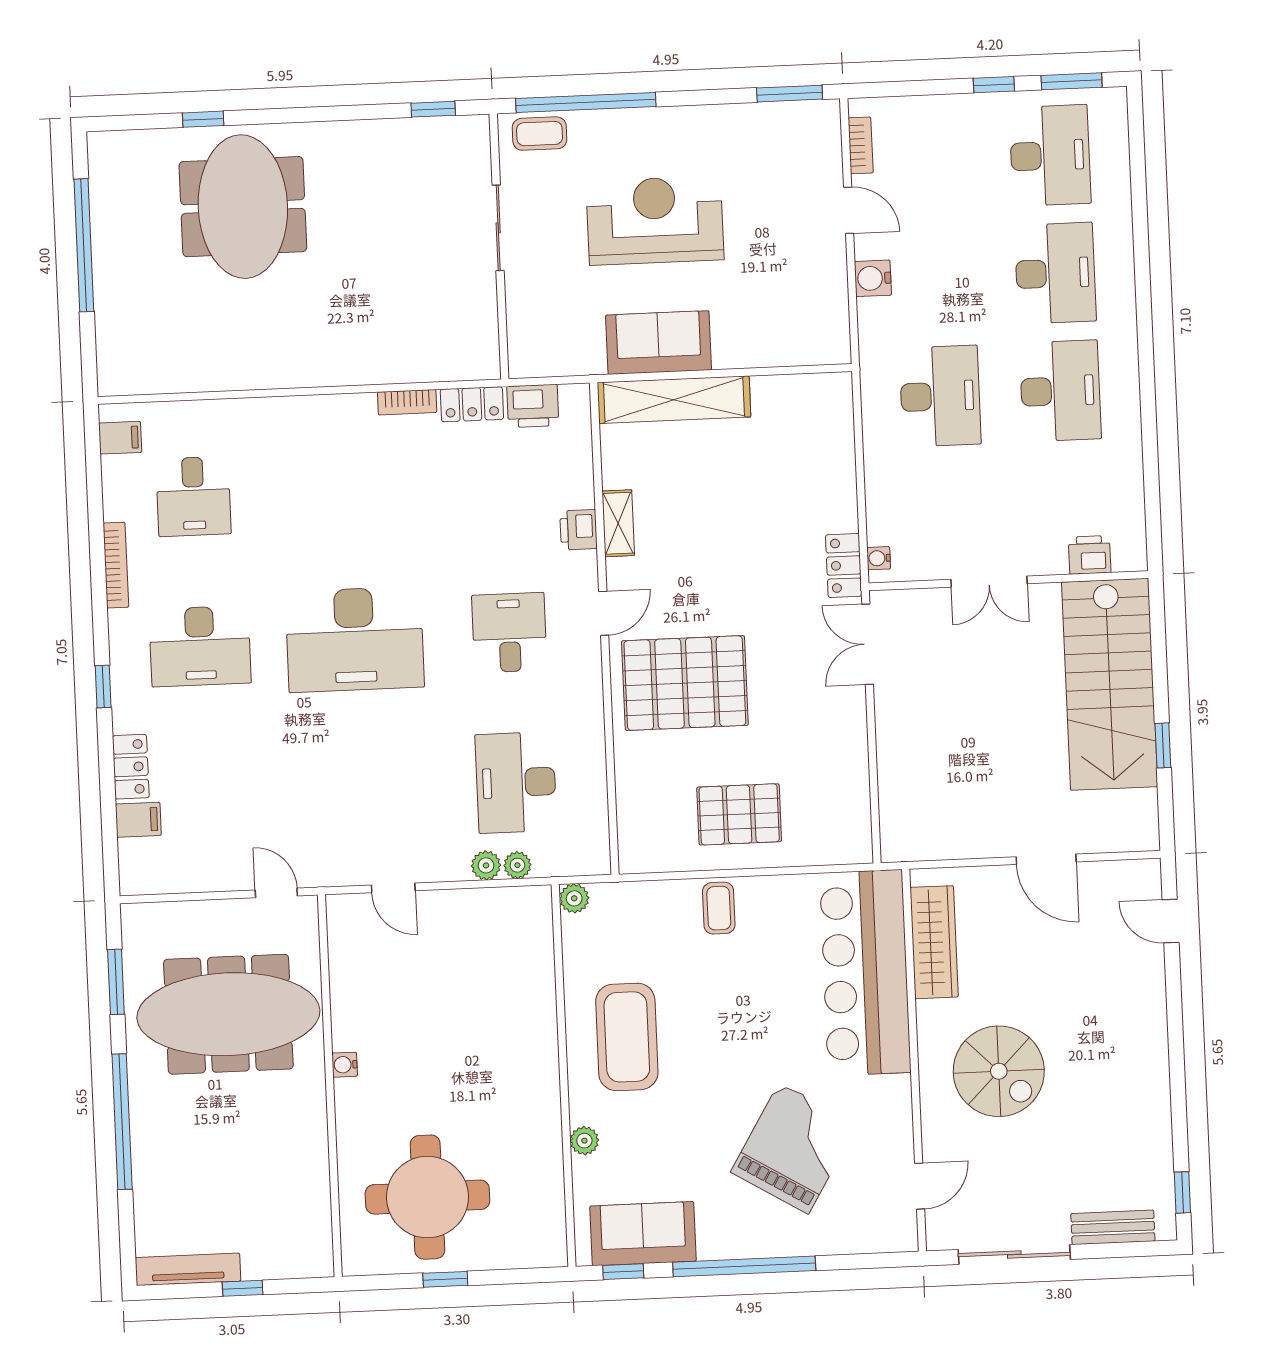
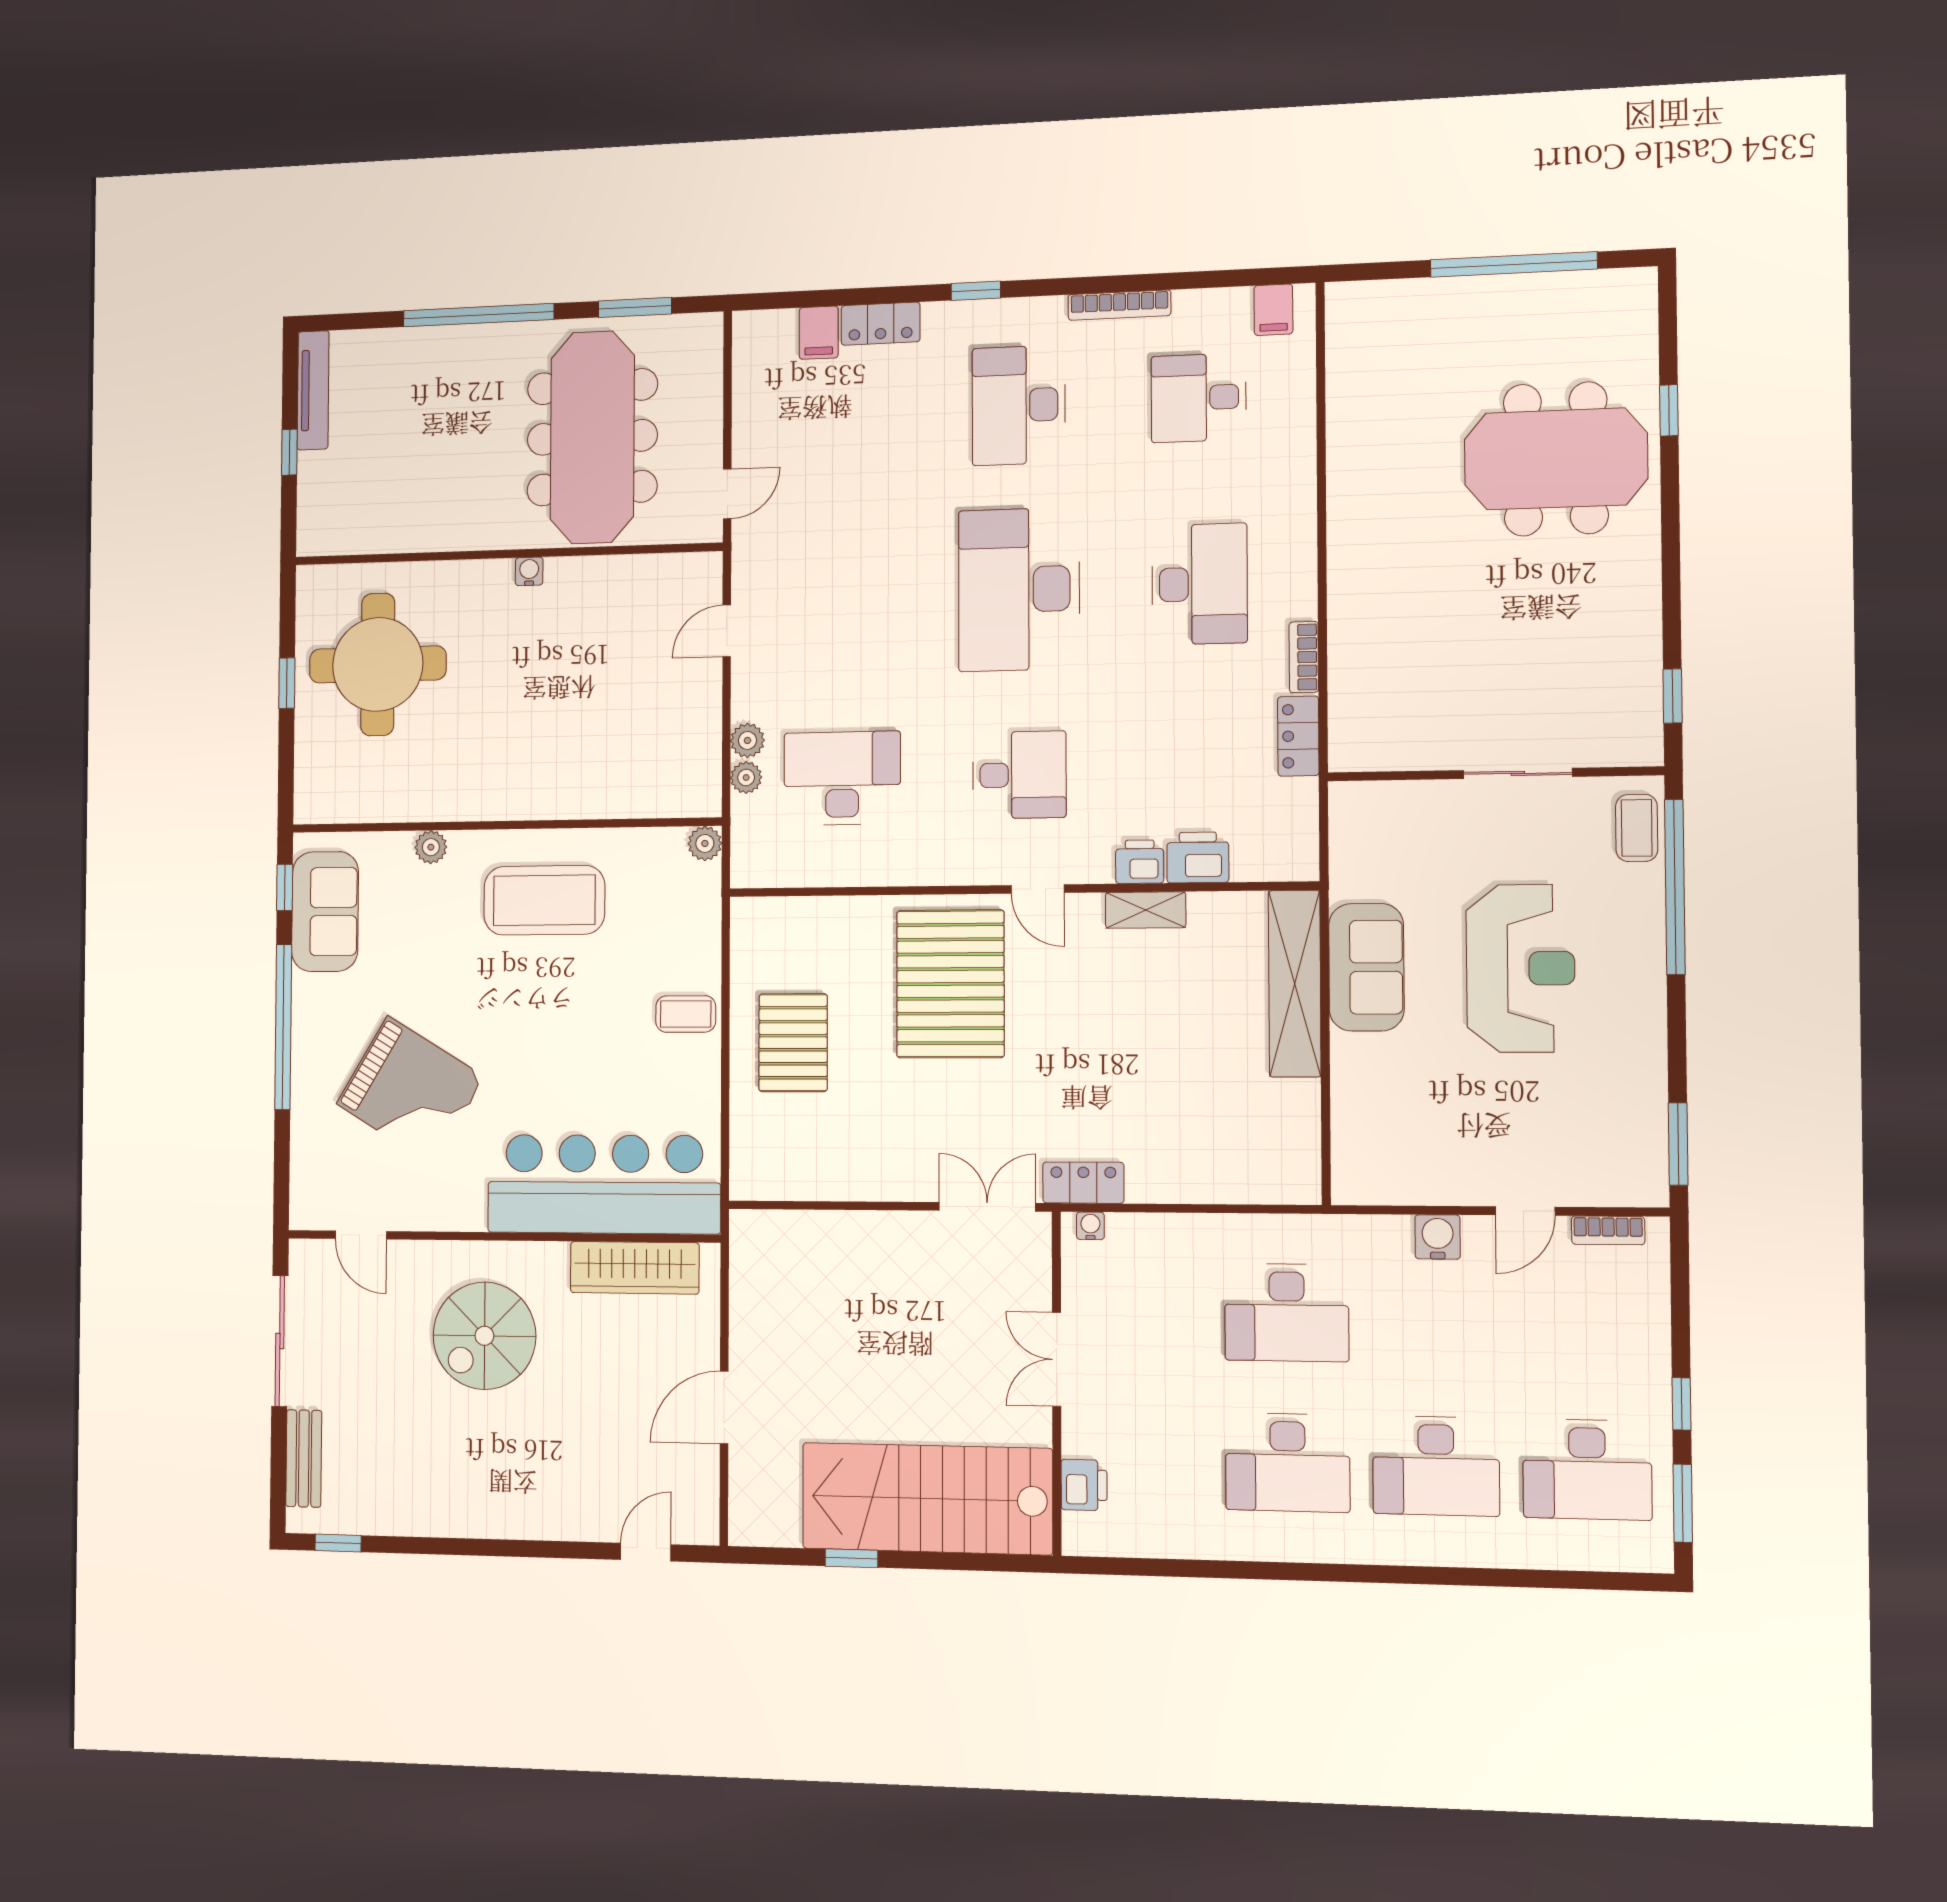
printer: (533, 406) -> (1198, 857), moved, turned 90
desk: (348, 490) -> (1199, 584), added

